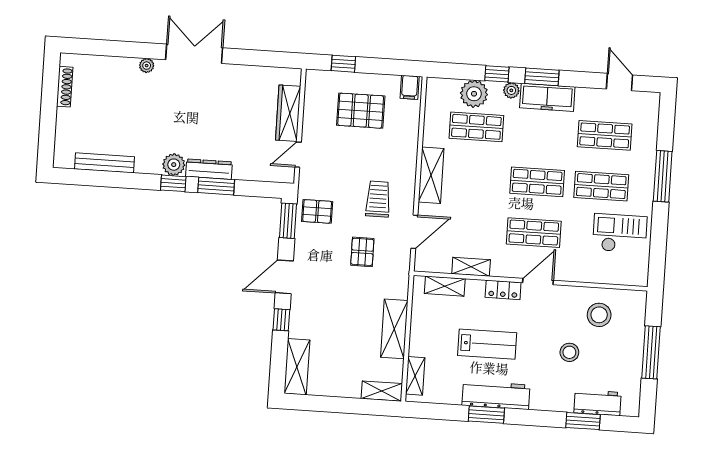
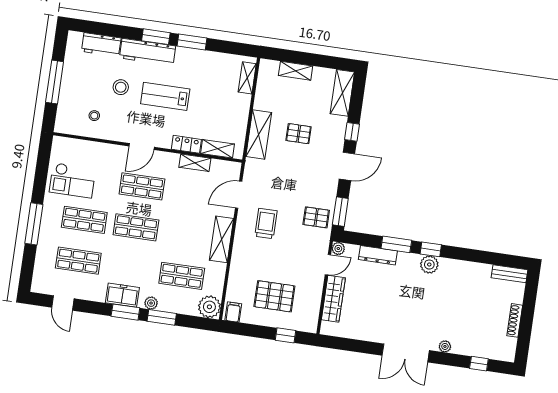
window: (103, 48) -> (479, 364), added
window: (497, 74) -> (162, 317), width x1.50
shoe rack: (65, 87) -> (515, 320), moved
plant: (474, 94) -> (209, 307), moved
freezer: (547, 97) -> (122, 295), width x0.71
bench: (104, 163) -> (509, 274), moved, width x0.73
dresser: (209, 169) -> (378, 255), moved
plant: (287, 175) -> (338, 249), added
trolley: (378, 199) -> (266, 224), turned 180
pallet: (362, 252) -> (299, 134), moved, turned 90
locker: (503, 290) -> (186, 144), moved
stool: (599, 315) -> (94, 116), width x0.53, depth x0.53
shelving: (394, 329) -> (259, 134), moved
lab bench: (487, 344) -> (165, 96), moved
shelving: (382, 391) -> (296, 71), moved
workbench: (496, 395) -> (148, 52), moved
window: (583, 421) -> (156, 37), moved

